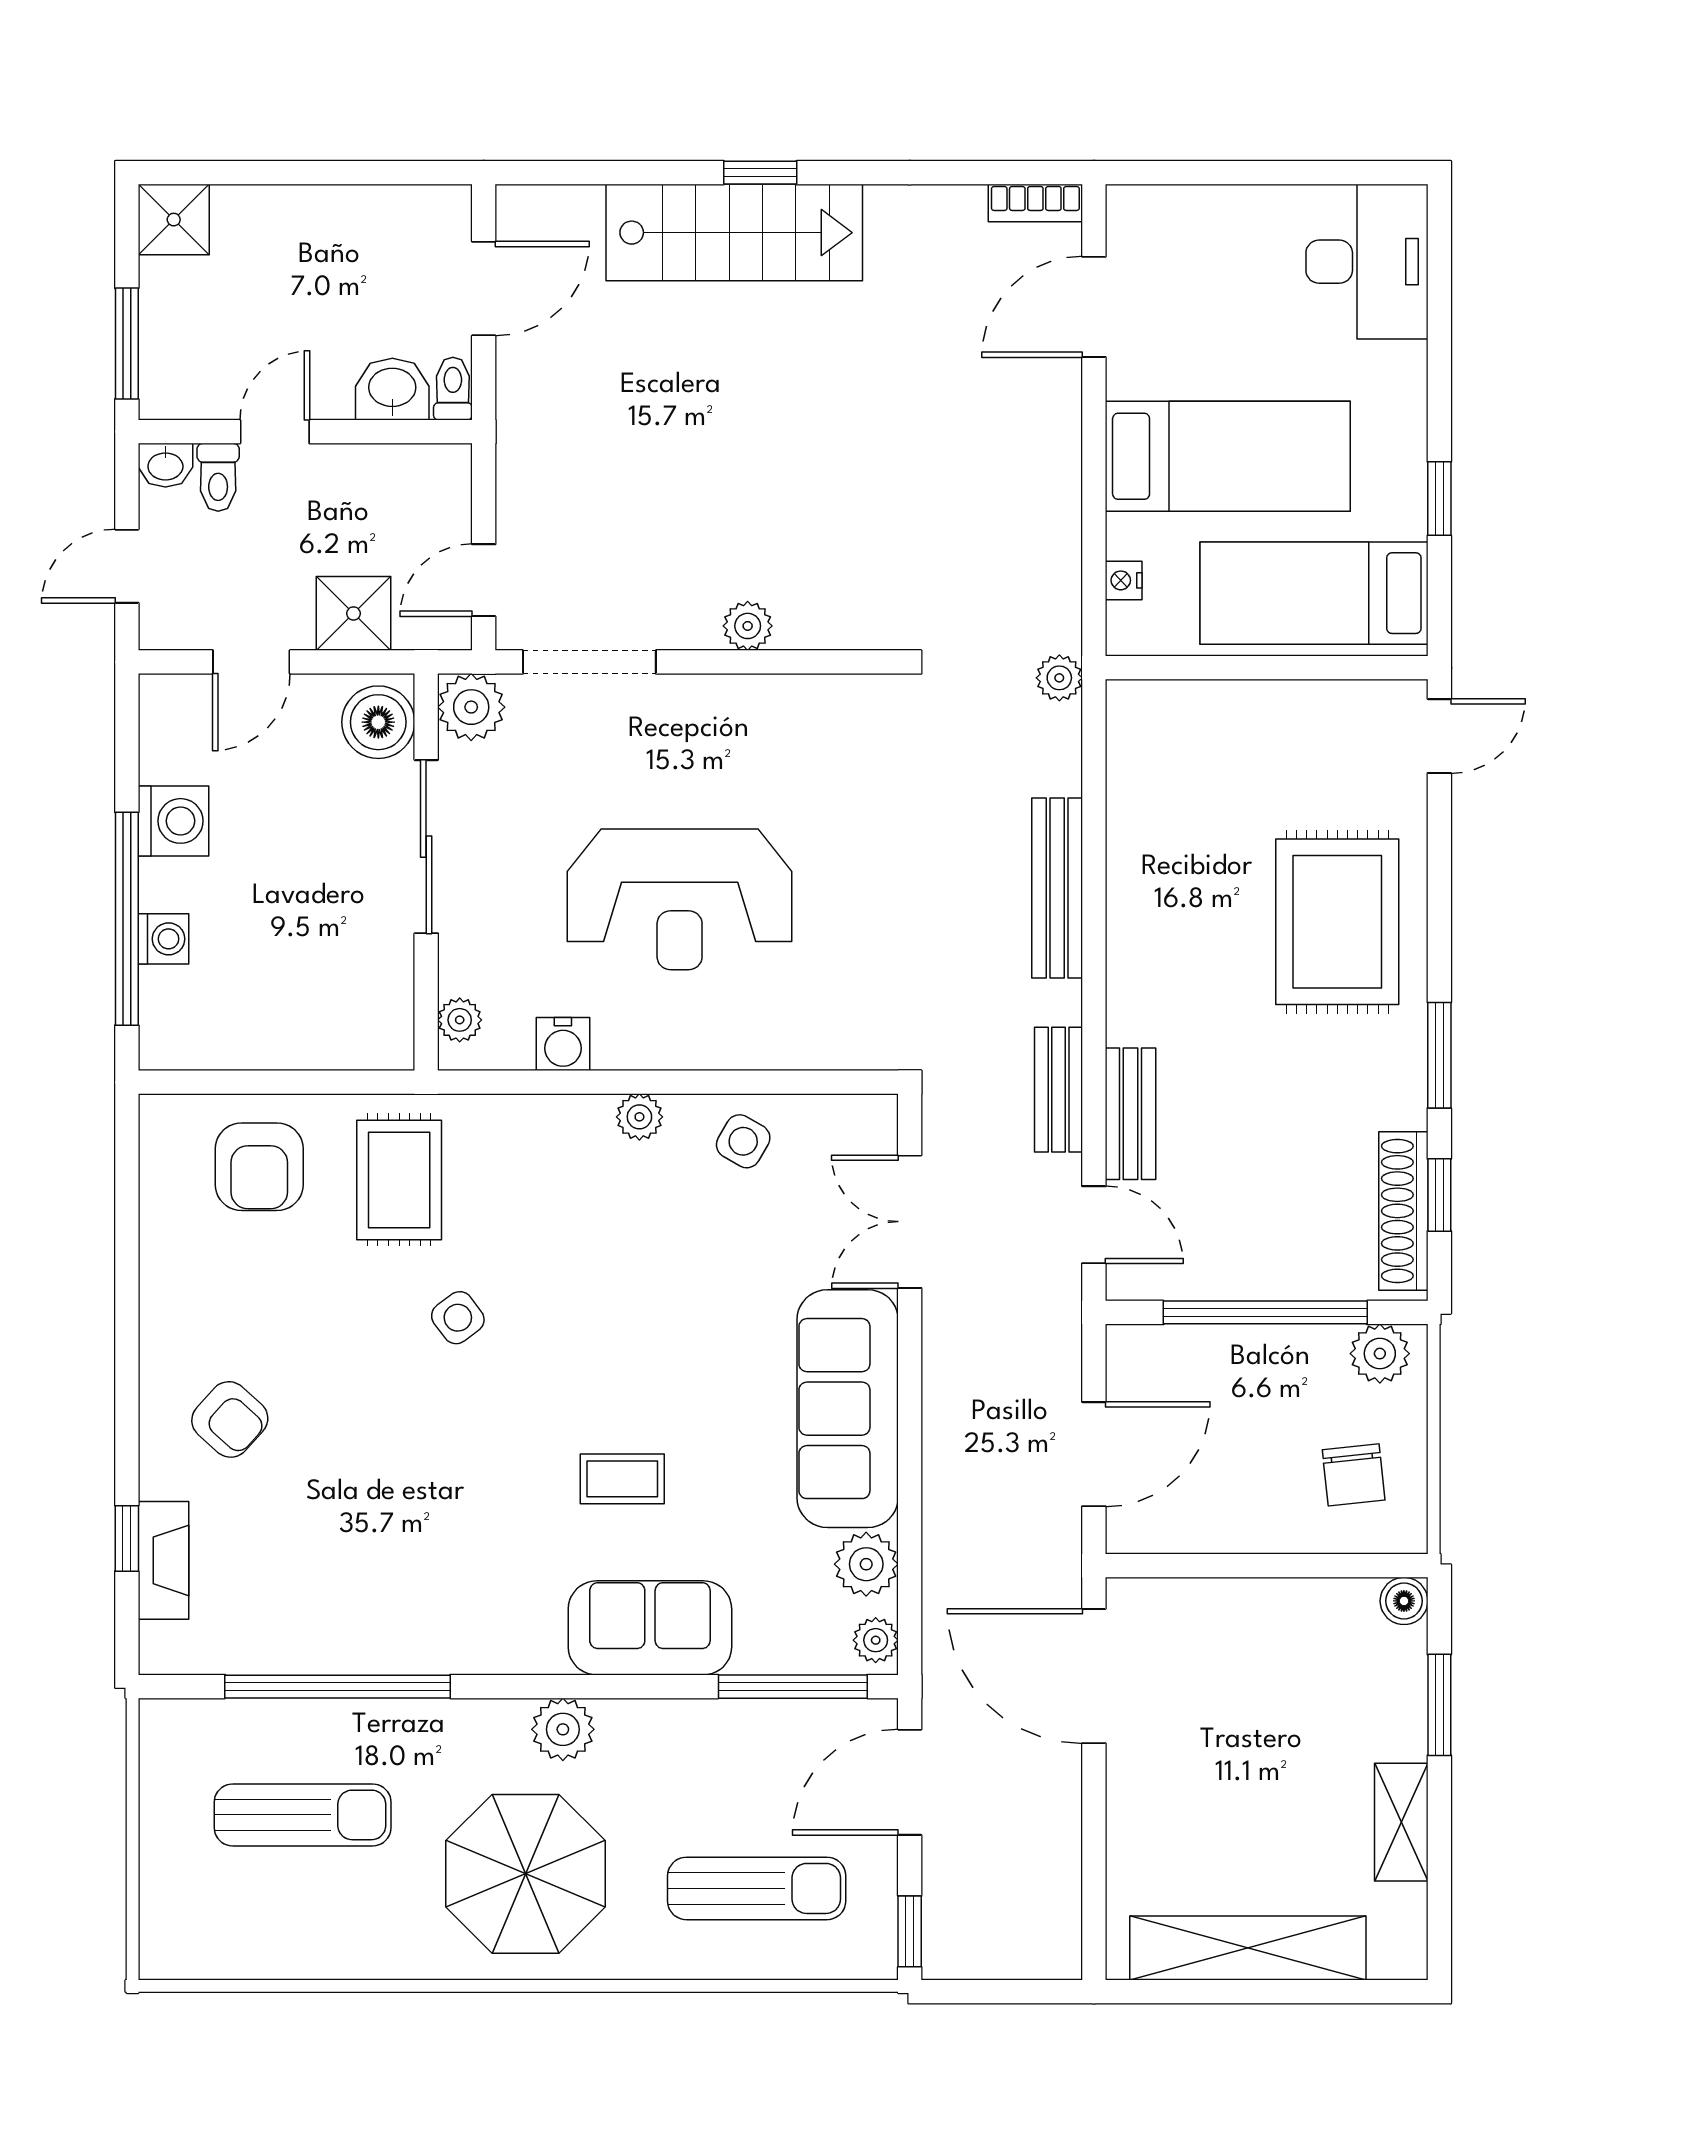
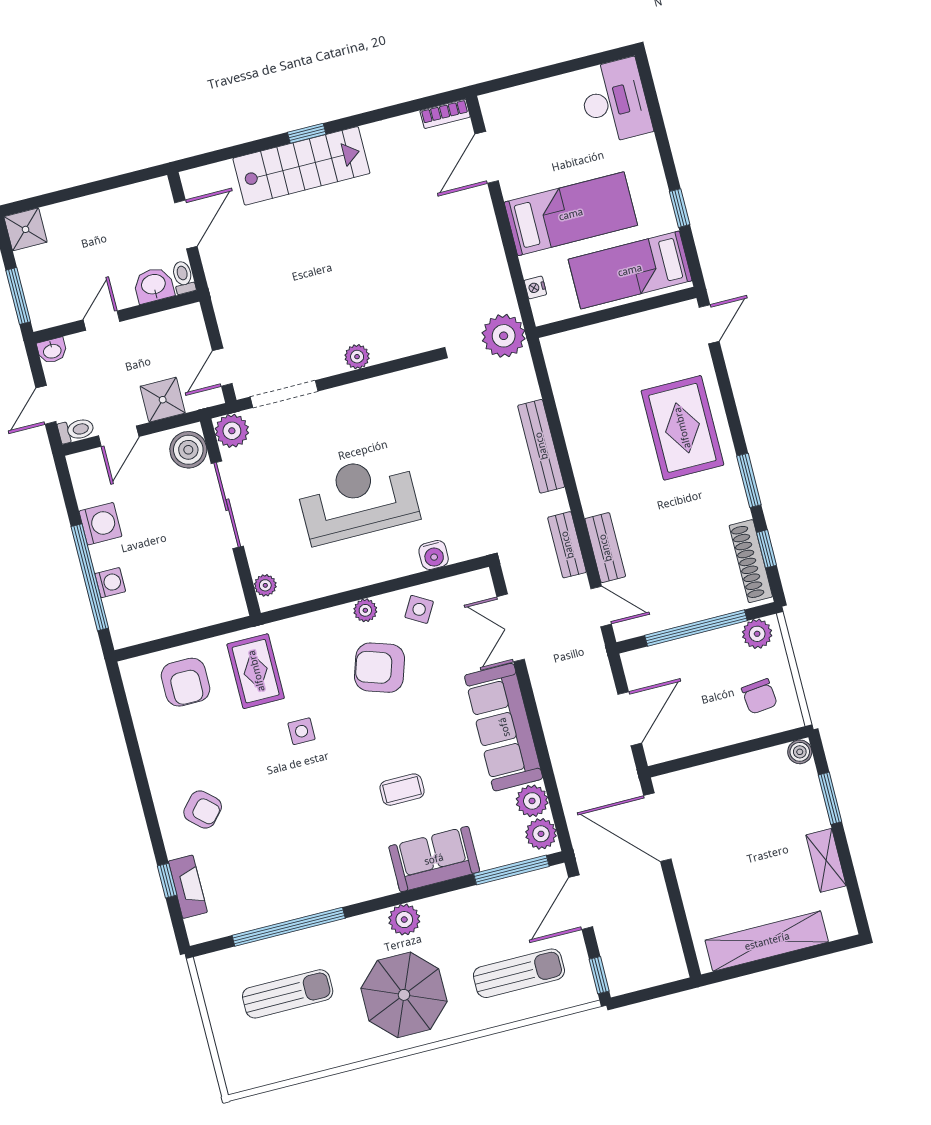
toilet: (218, 477) -> (76, 430), moved, turned -90
plant: (1059, 678) -> (504, 336), width x1.88, depth x1.88
reception desk: (680, 899) -> (358, 499), turned 180
water cooler: (563, 1044) -> (434, 555), moved
armchair: (639, 1234) -> (380, 668), added
side table: (458, 1318) -> (302, 731), turned 37
plant: (876, 1640) -> (541, 834), width x1.38, depth x1.38

